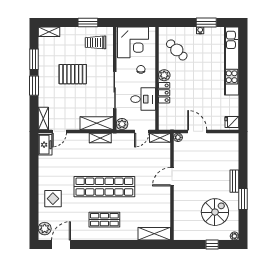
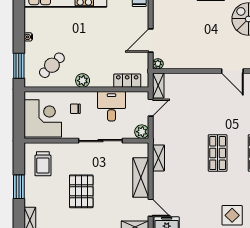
window: (88, 23) -> (19, 187), moved
window: (206, 23) -> (19, 66), moved
locker: (164, 93) -> (127, 81), moved
shelving: (97, 123) -> (141, 178), moved
door: (142, 131) -> (151, 108), hinge flipped
door: (172, 177) -> (232, 71), moved
shop shelf: (104, 187) -> (218, 153), width x0.50, depth x0.74

